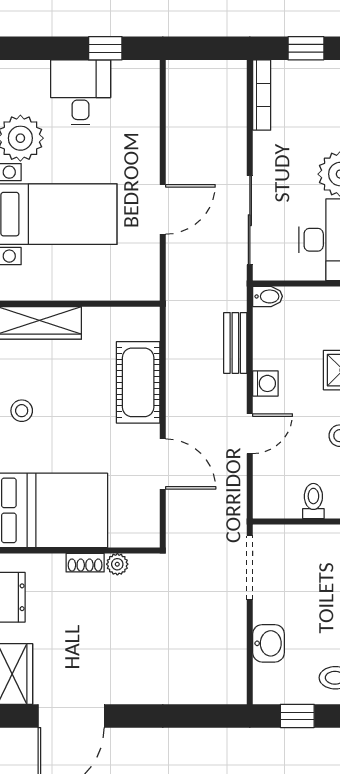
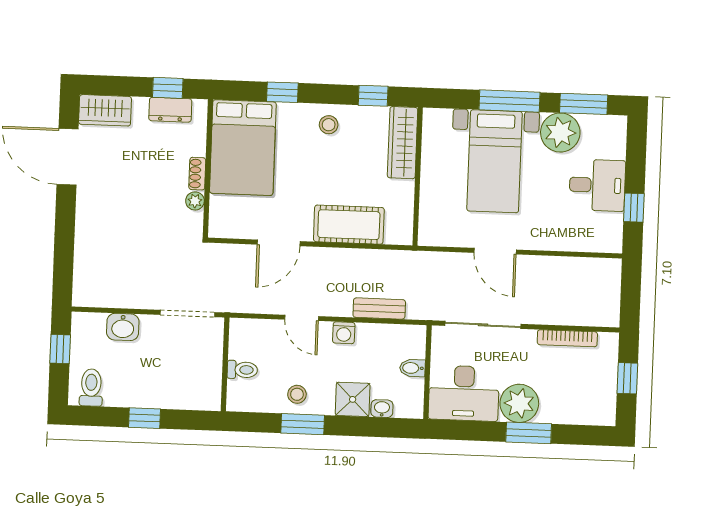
bookcase: (262, 95) -> (567, 338), moved
bidet: (268, 296) -> (412, 368), moved, turned 90

